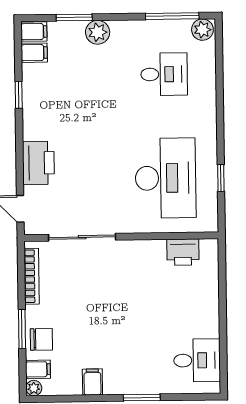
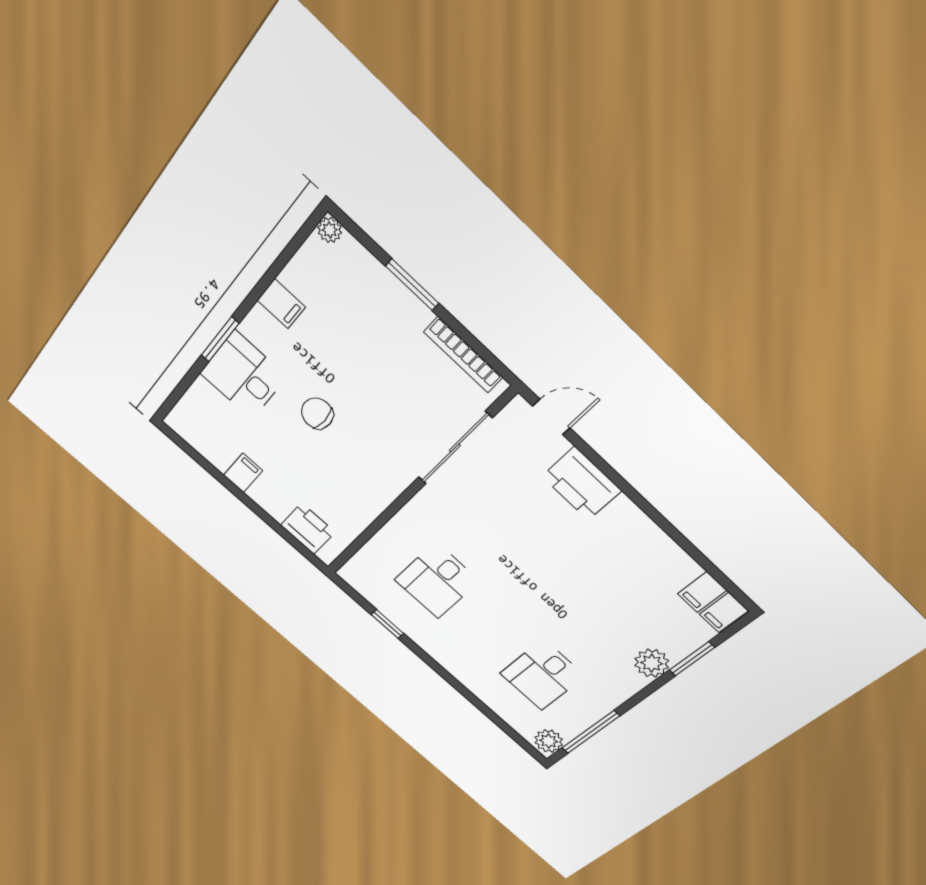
window: (19, 95) -> (676, 536), removed
desk: (166, 178) -> (437, 580), width x0.53, depth x0.77
printer: (183, 252) -> (308, 529), moved, turned 90
chair: (41, 339) -> (317, 413), moved, turned 90
desk: (197, 360) -> (243, 375), moved, turned 90
filing cabinet: (38, 369) -> (243, 473), moved, turned 180

